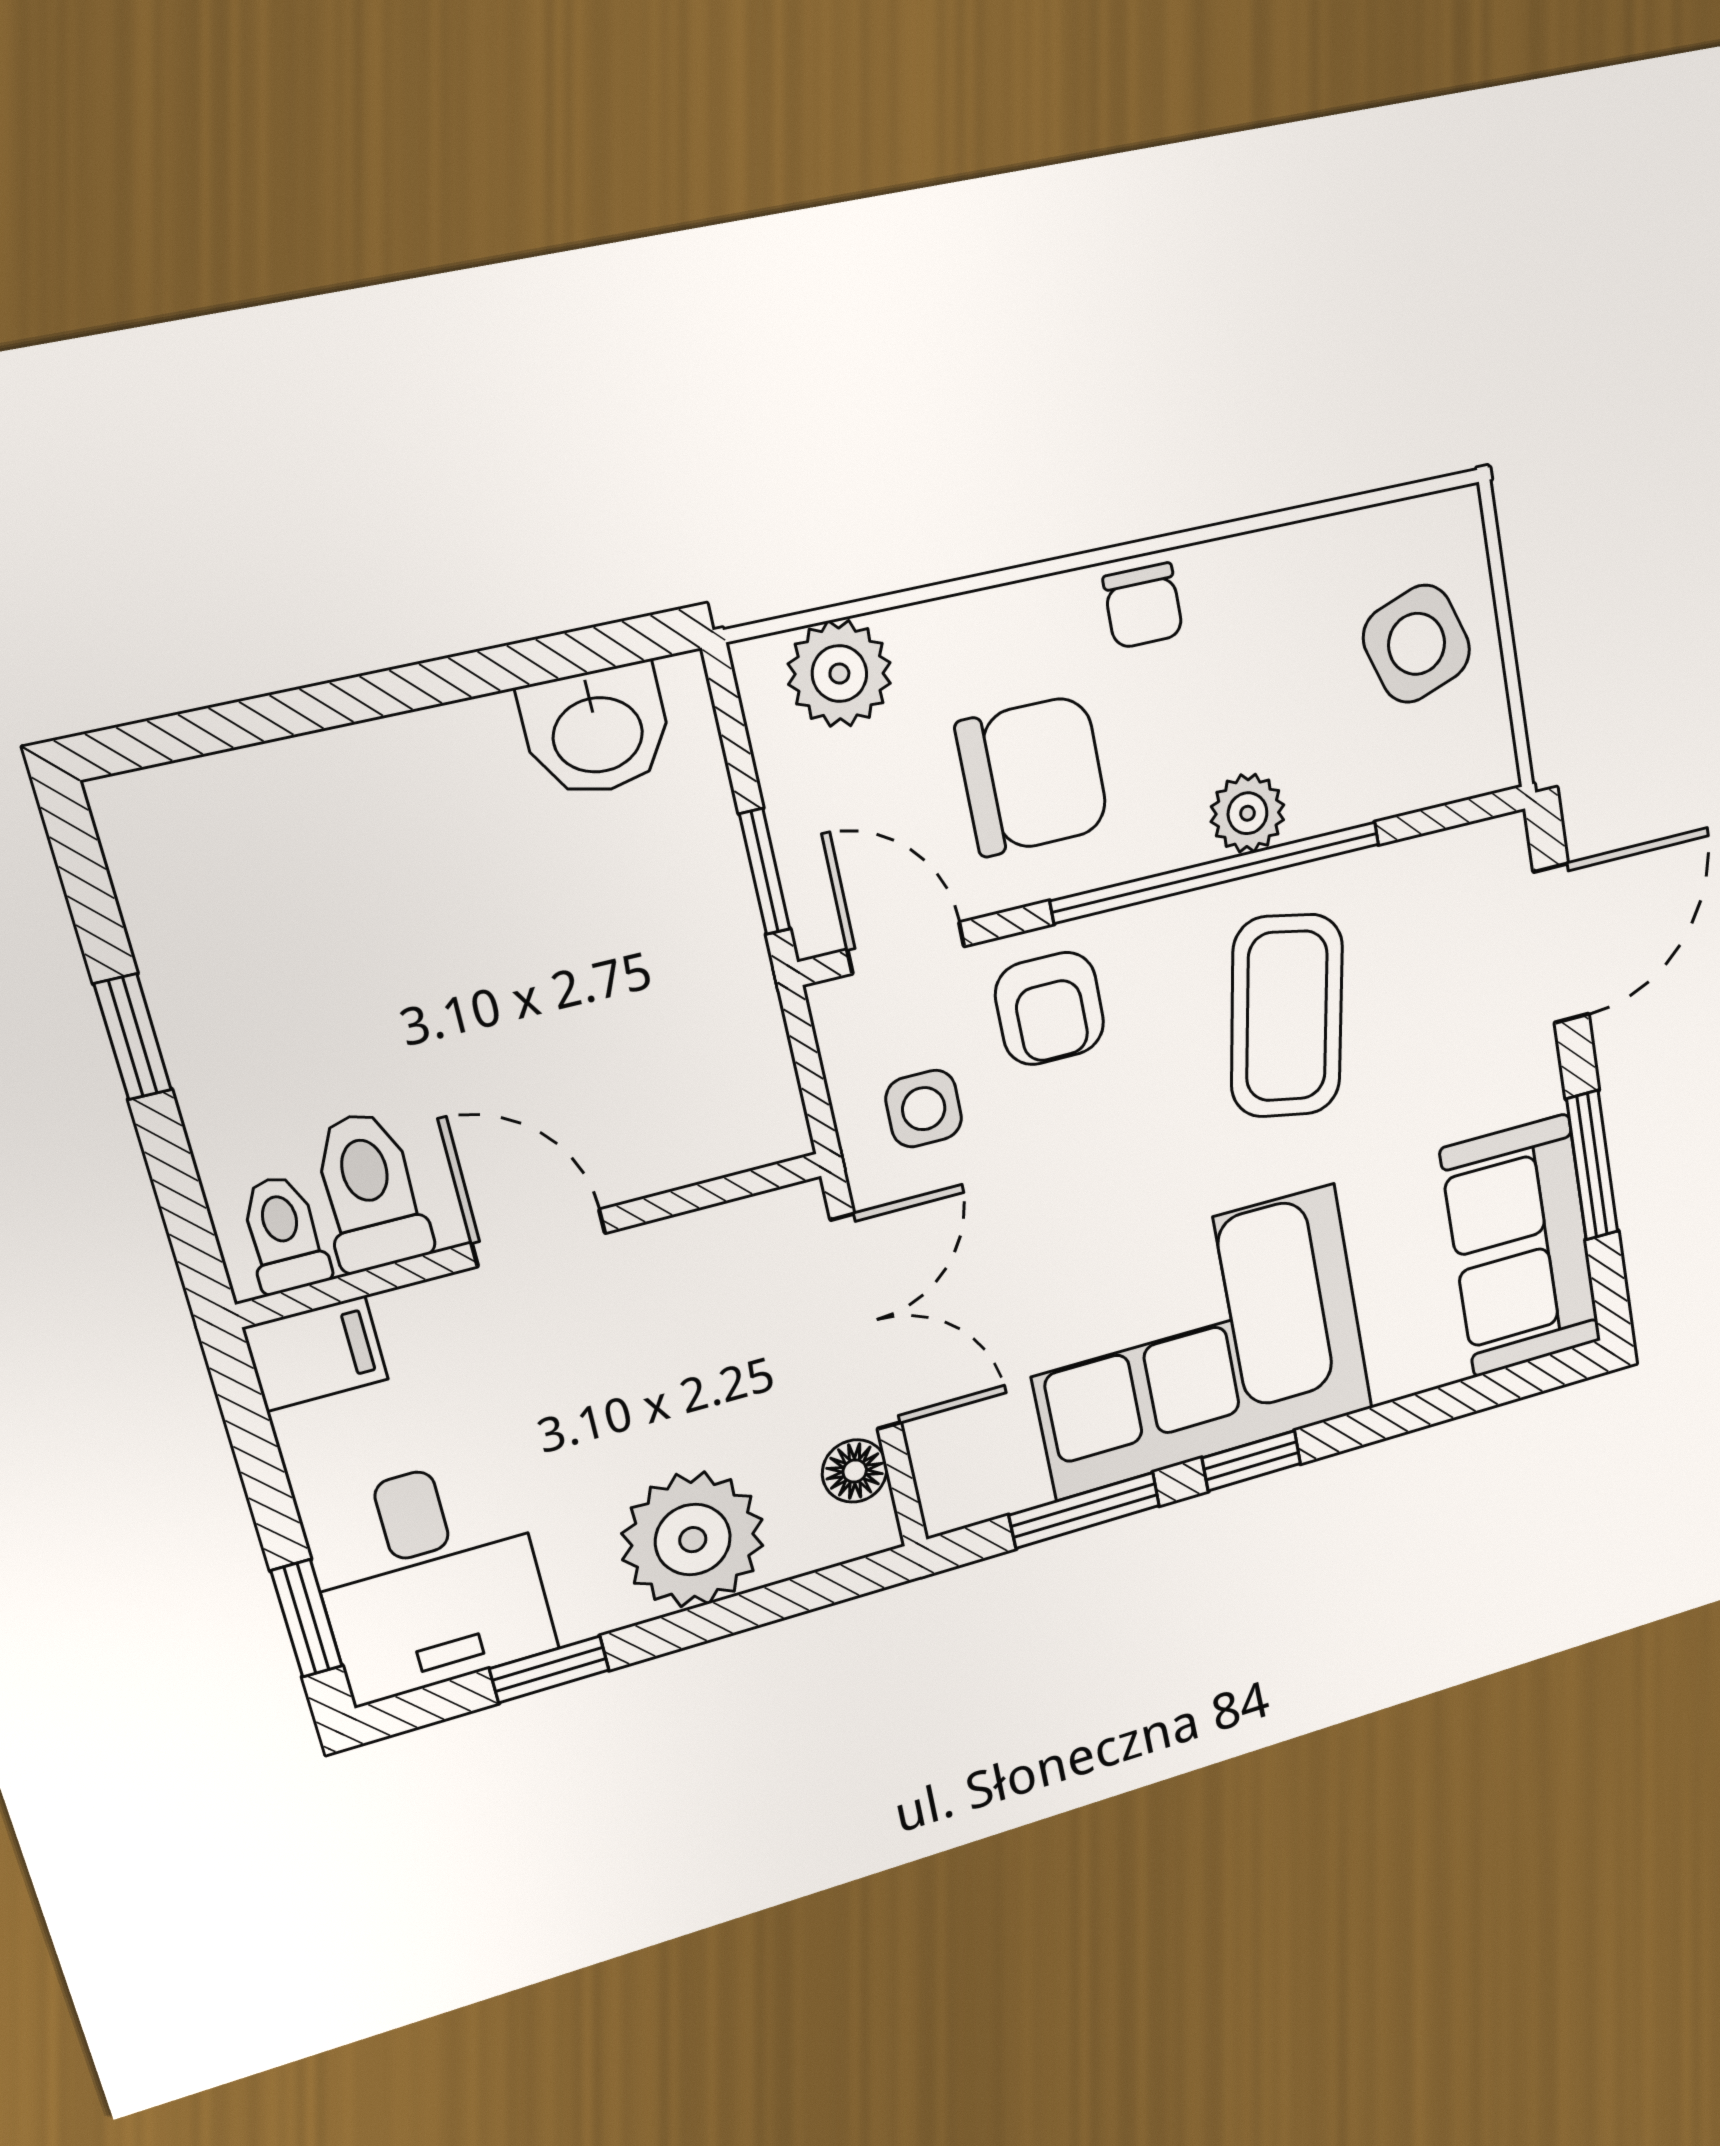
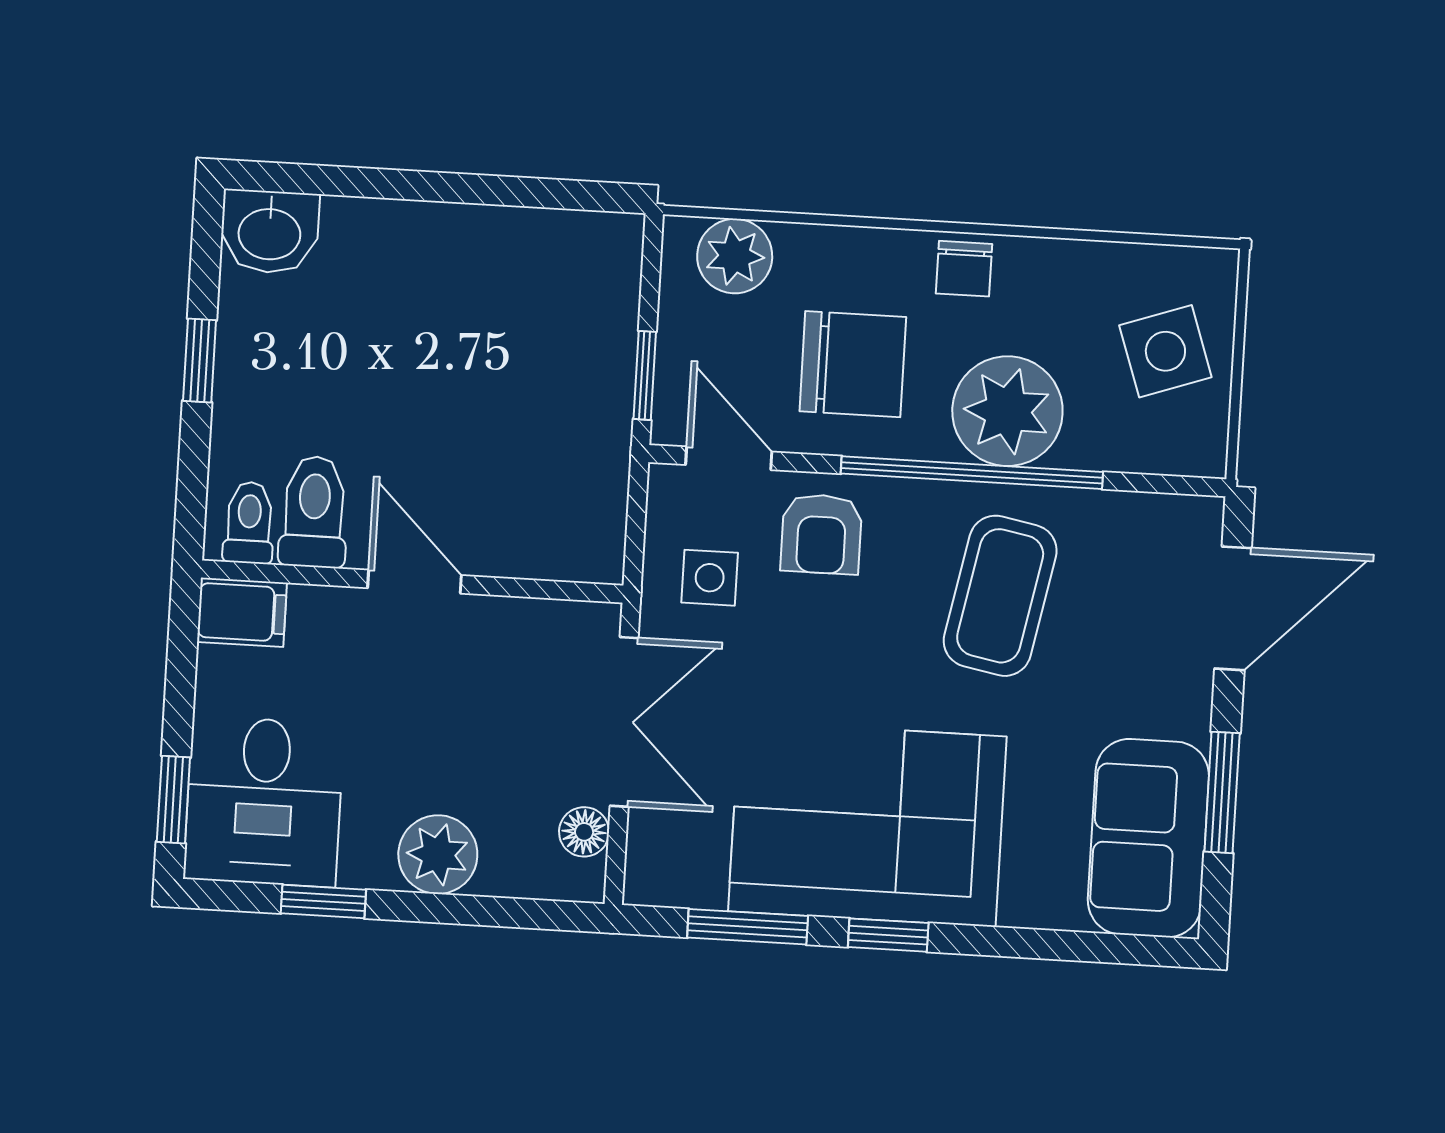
washbasin: (597, 731) -> (270, 232), moved
plant: (1248, 813) -> (1007, 411), width x1.87, depth x1.87
plant: (693, 1540) -> (438, 855), width x0.73, depth x0.73

